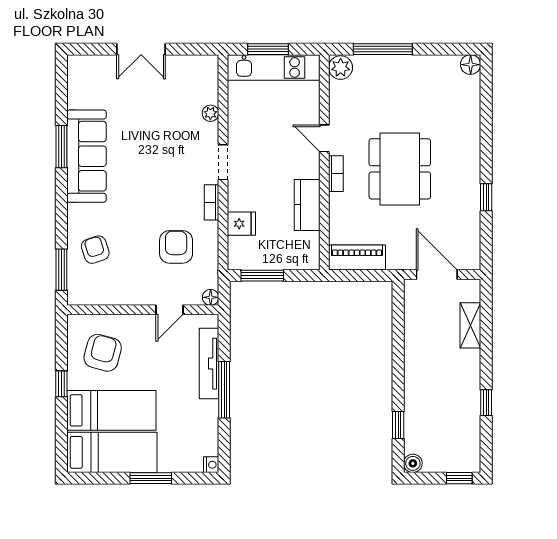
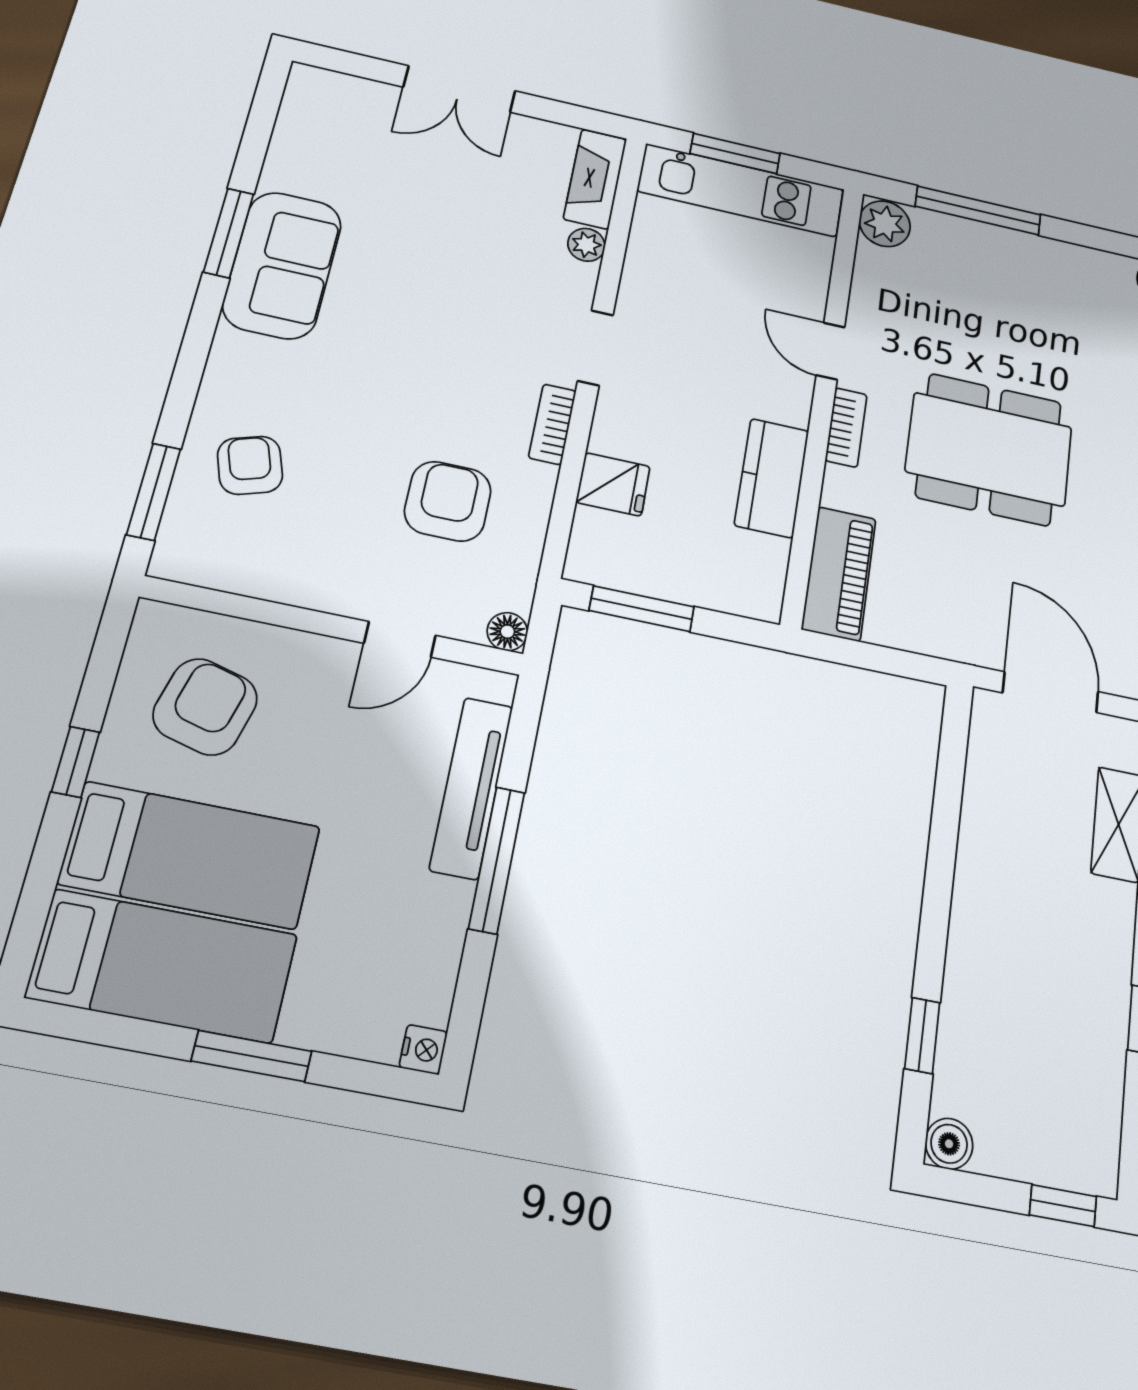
fireplace: (208, 79) -> (595, 179), added
sofa: (86, 156) -> (282, 265), width x0.73
dining table: (400, 169) -> (989, 449), turned 90
piano: (357, 258) -> (839, 574), moved, turned 90

